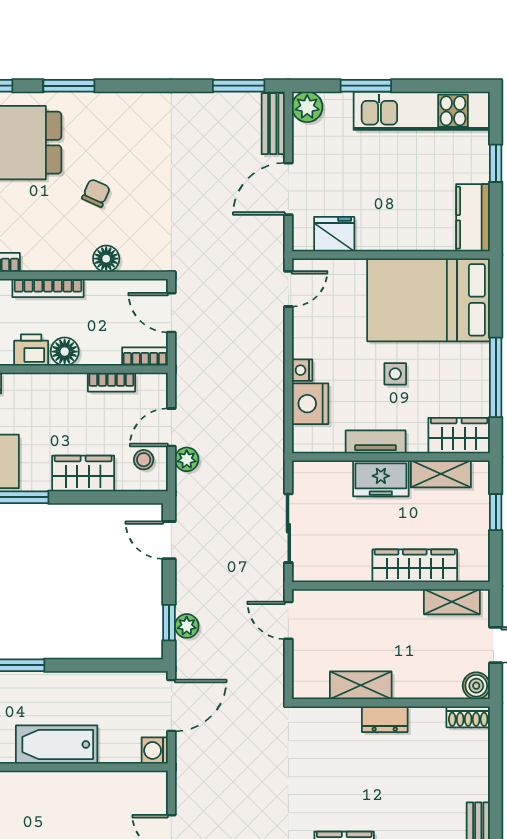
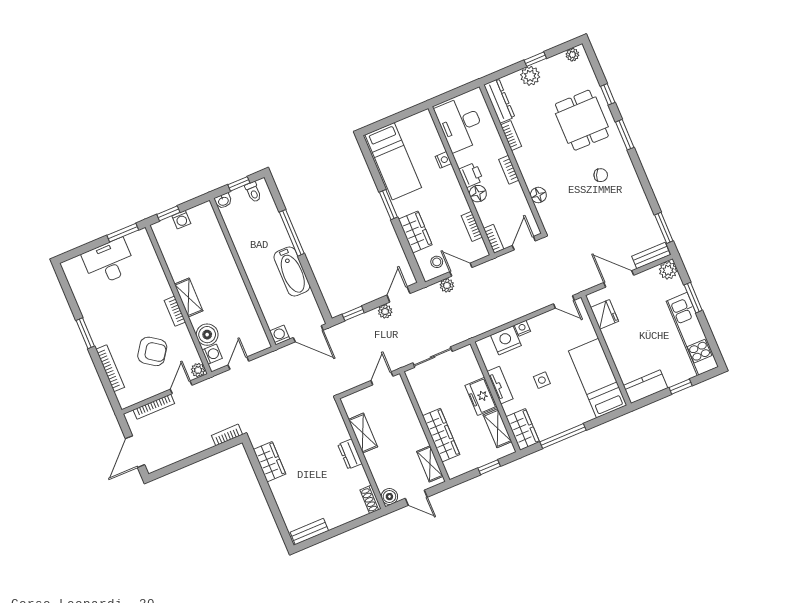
chair: (96, 193) -> (601, 175), moved
bookcase: (48, 288) -> (509, 170), width x0.64
bed: (428, 300) -> (598, 378), width x0.67
plant: (187, 626) -> (385, 311), moved
bathtub: (57, 744) -> (292, 271), moved, turned 180

